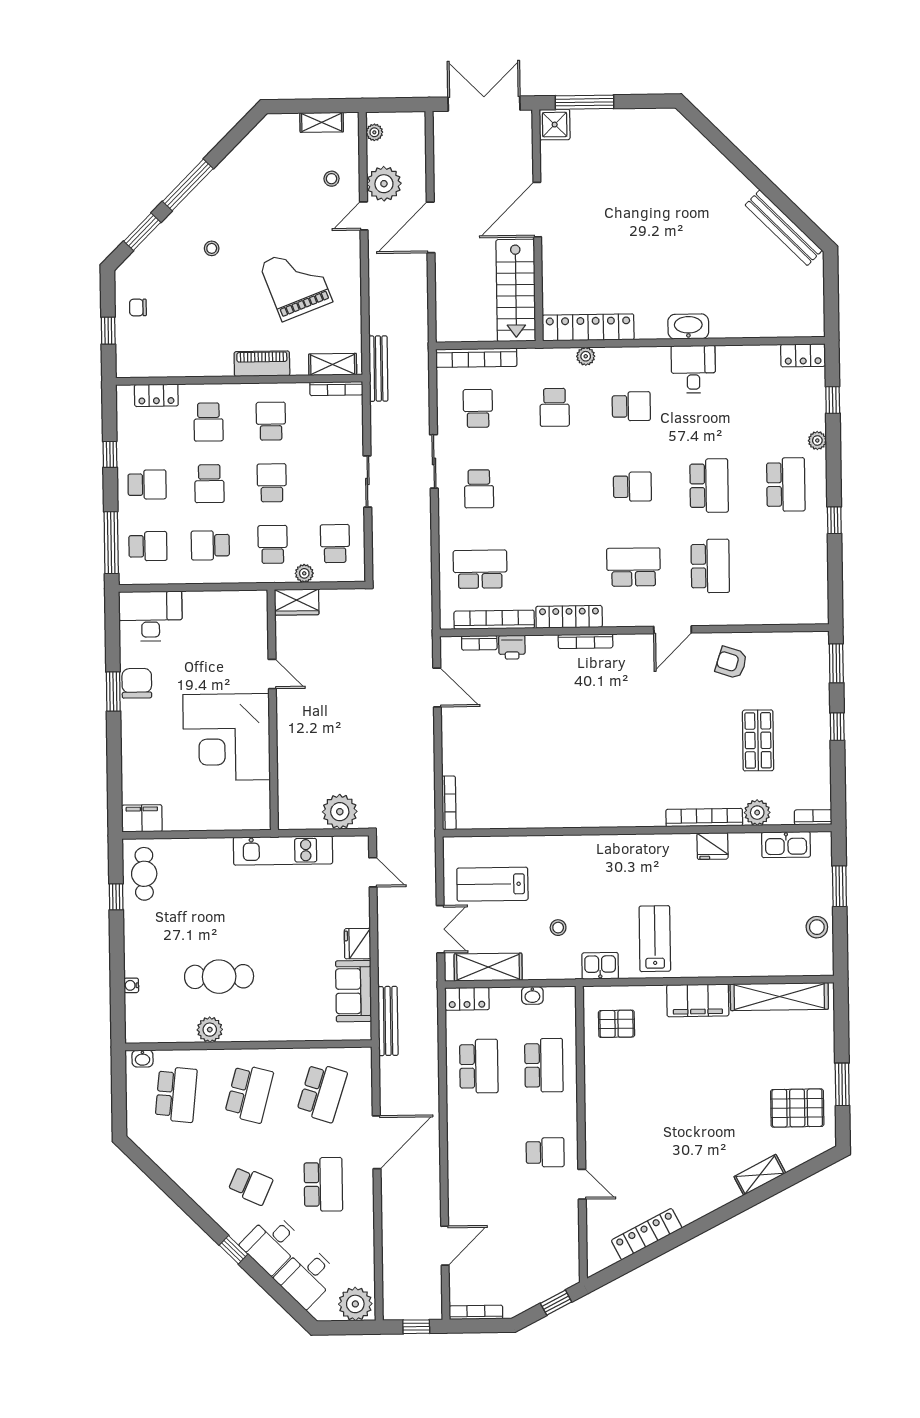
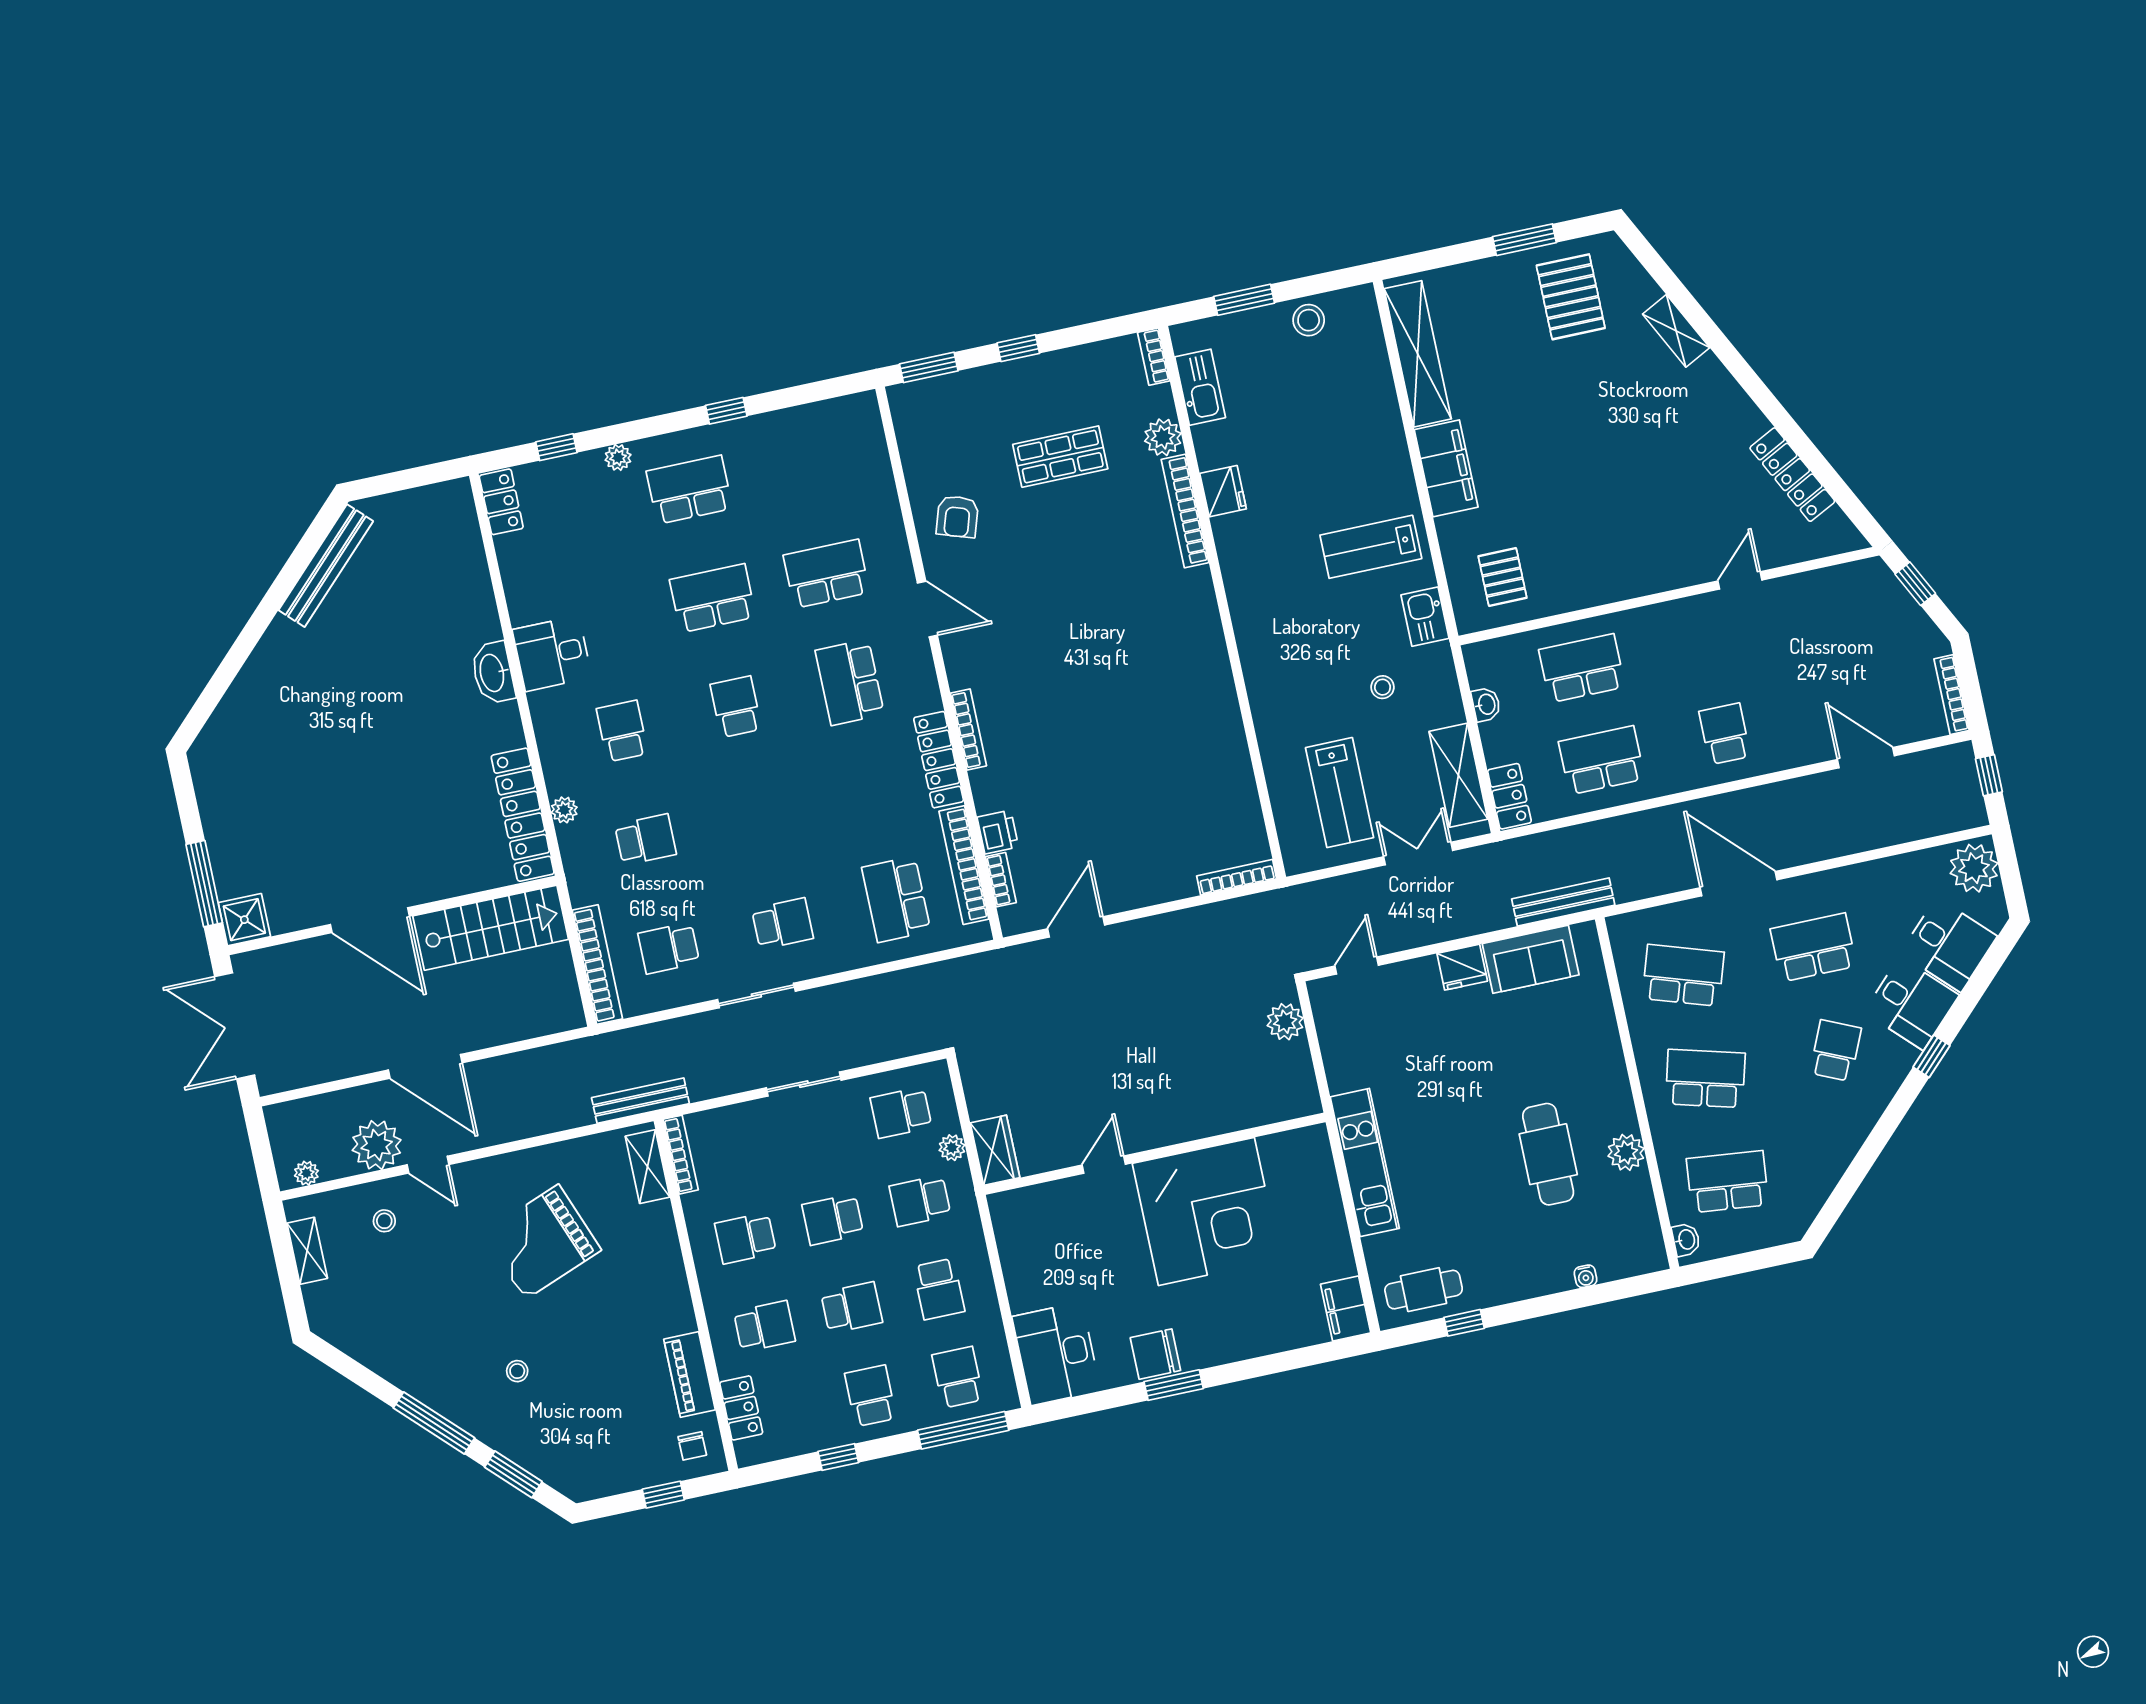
chair: (138, 307) -> (692, 1446), moved
piano: (262, 364) -> (690, 1375), moved
plant: (340, 812) -> (1285, 1022), width x0.73, depth x0.73
kitchen unit: (283, 851) -> (1365, 1163), moved
school desk: (545, 1152) -> (1725, 734), moved

